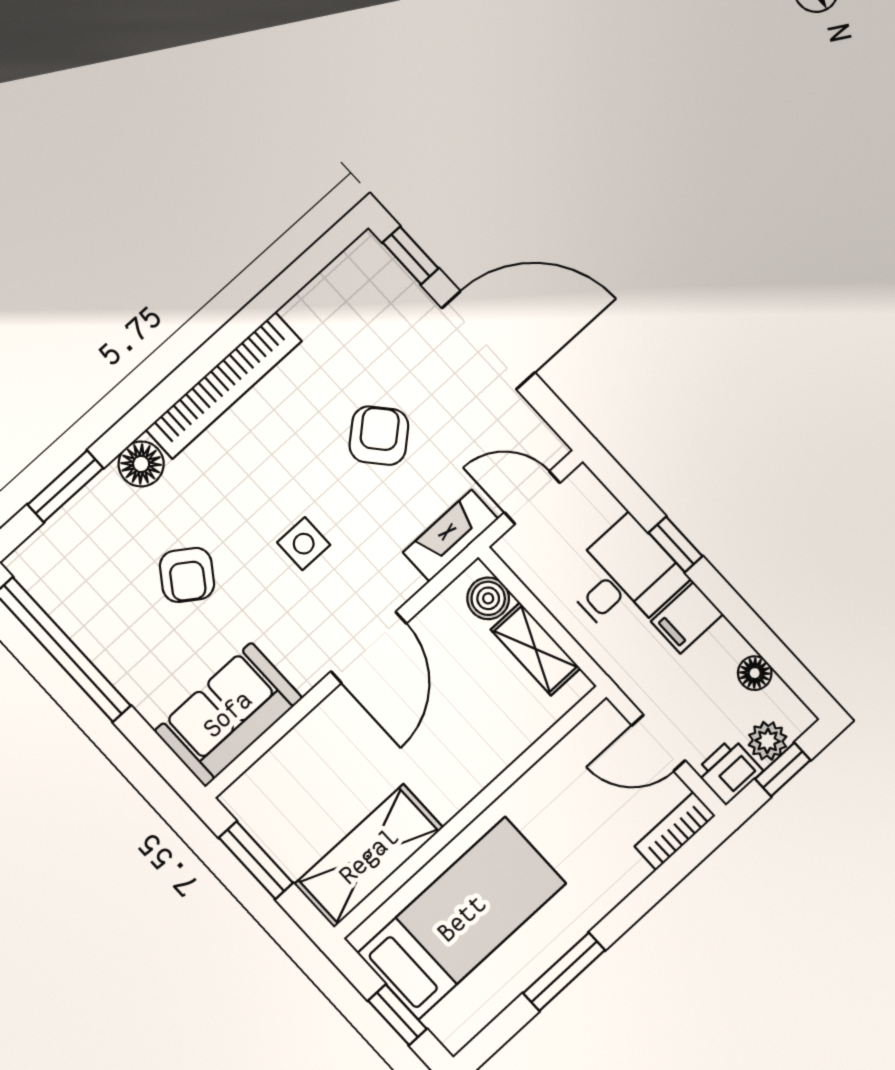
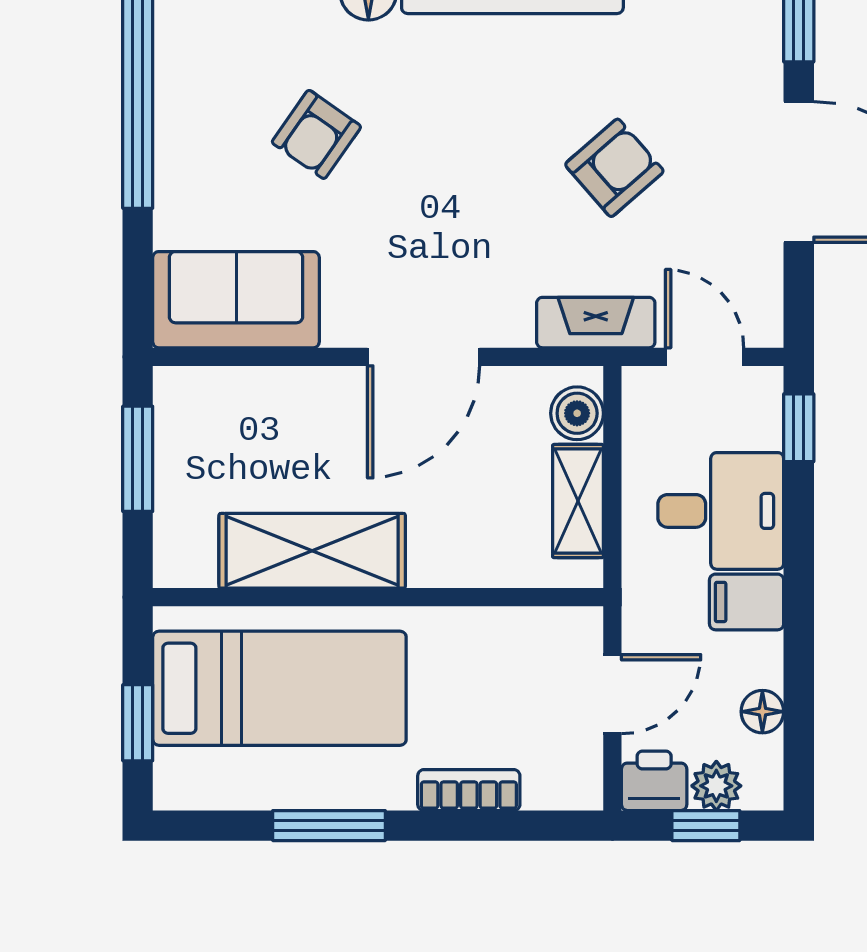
side table: (304, 544) -> (452, 205), removed
window: (676, 544) -> (799, 428), moved
door: (659, 743) -> (612, 694), swing flipped
bookcase: (675, 831) -> (469, 790), moved
shelving: (369, 856) -> (312, 551), moved

